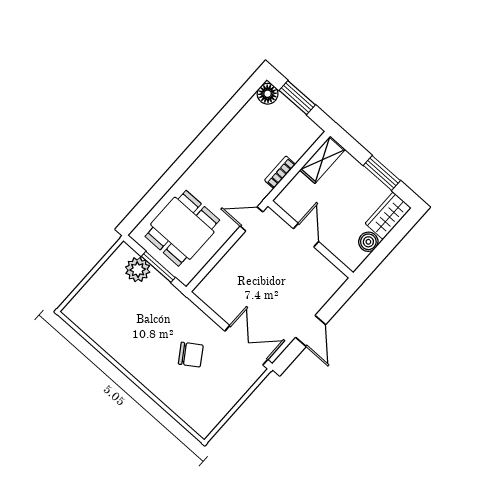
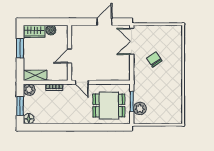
plant: (309, 132) -> (29, 90), added

